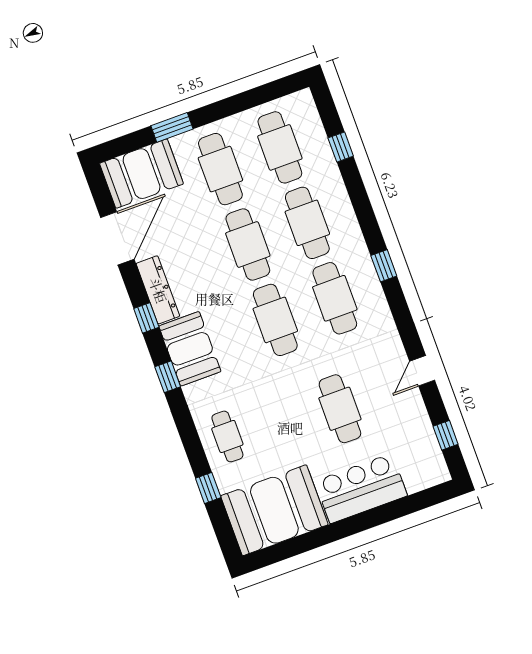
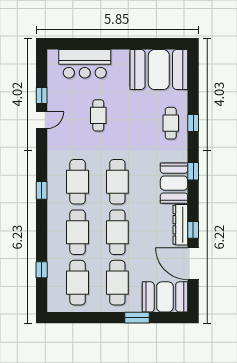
door: (117, 238) -> (193, 264), hinge flipped
window: (146, 318) -> (193, 230), moved
cafe table: (340, 409) -> (98, 115), width x0.73, depth x0.74
window: (446, 435) -> (42, 96), moved
window: (208, 488) -> (193, 123), moved
bar counter: (361, 488) -> (85, 64), moved

